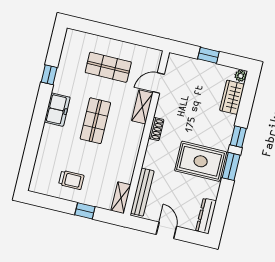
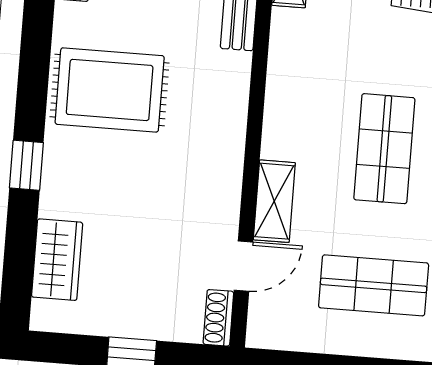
plant: (241, 76) -> (44, 316), removed
shoe rack: (156, 129) -> (218, 318), moved
window: (231, 166) -> (32, 89), removed

